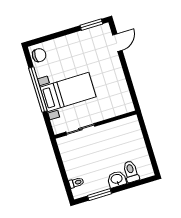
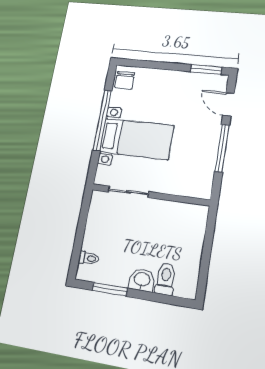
door: (117, 43) -> (228, 104), swing flipped
chair: (39, 55) -> (125, 80), turned 90
window: (127, 74) -> (222, 148), added

